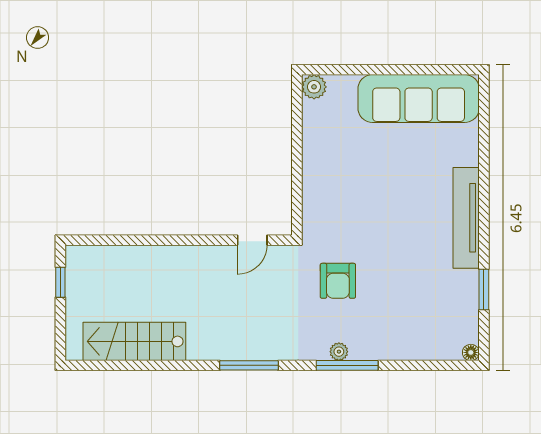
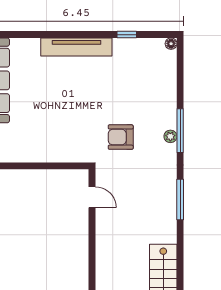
armchair: (338, 281) -> (121, 137), turned 180
window: (484, 289) -> (127, 35), width x0.67

